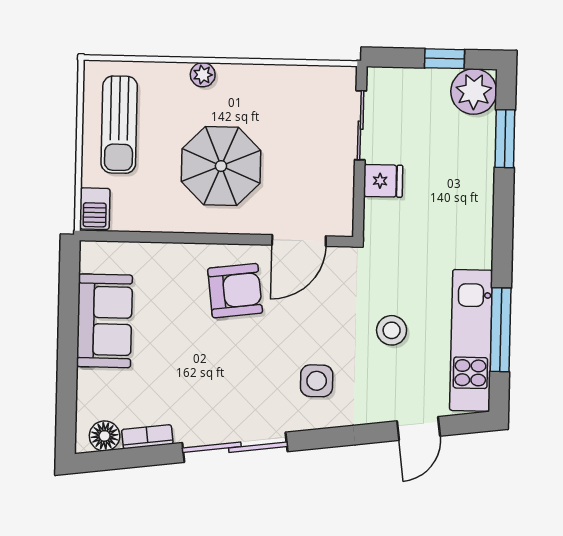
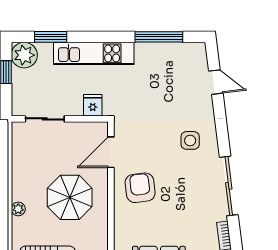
fridge: (383, 181) -> (93, 105), moved
door: (299, 241) -> (111, 152), swing flipped
stool: (392, 330) -> (161, 99), removed
kitchen unit: (471, 340) -> (94, 53), moved

